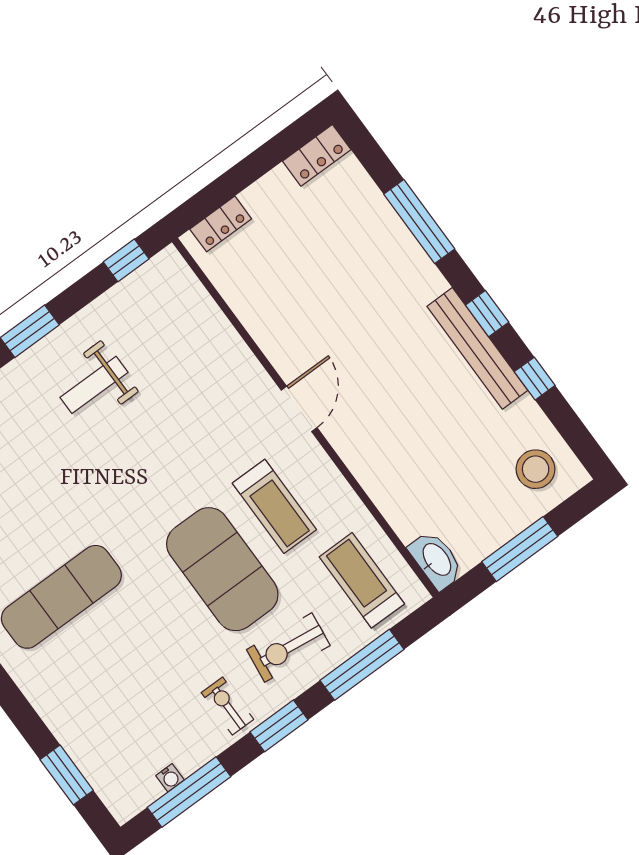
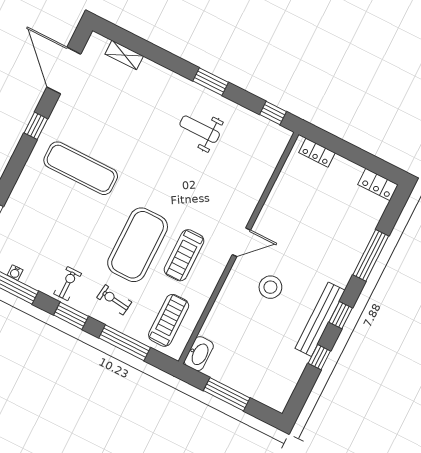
stool: (536, 469) -> (270, 287), moved
exercise bike: (288, 648) -> (114, 300), width x0.73, depth x0.72

